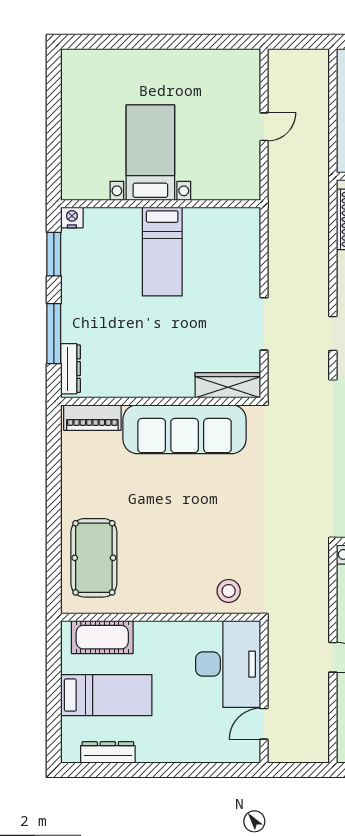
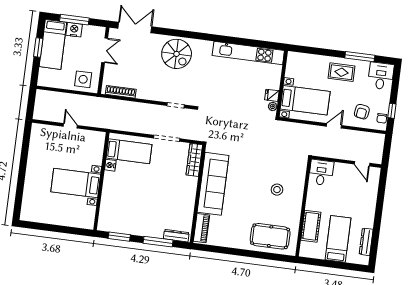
nightstand: (72, 218) -> (110, 165), moved
bed: (162, 252) -> (129, 151), moved
stool: (229, 591) -> (277, 190), moved
cot: (102, 637) -> (311, 226), moved
desk: (228, 664) -> (321, 173), width x0.53, depth x0.77

